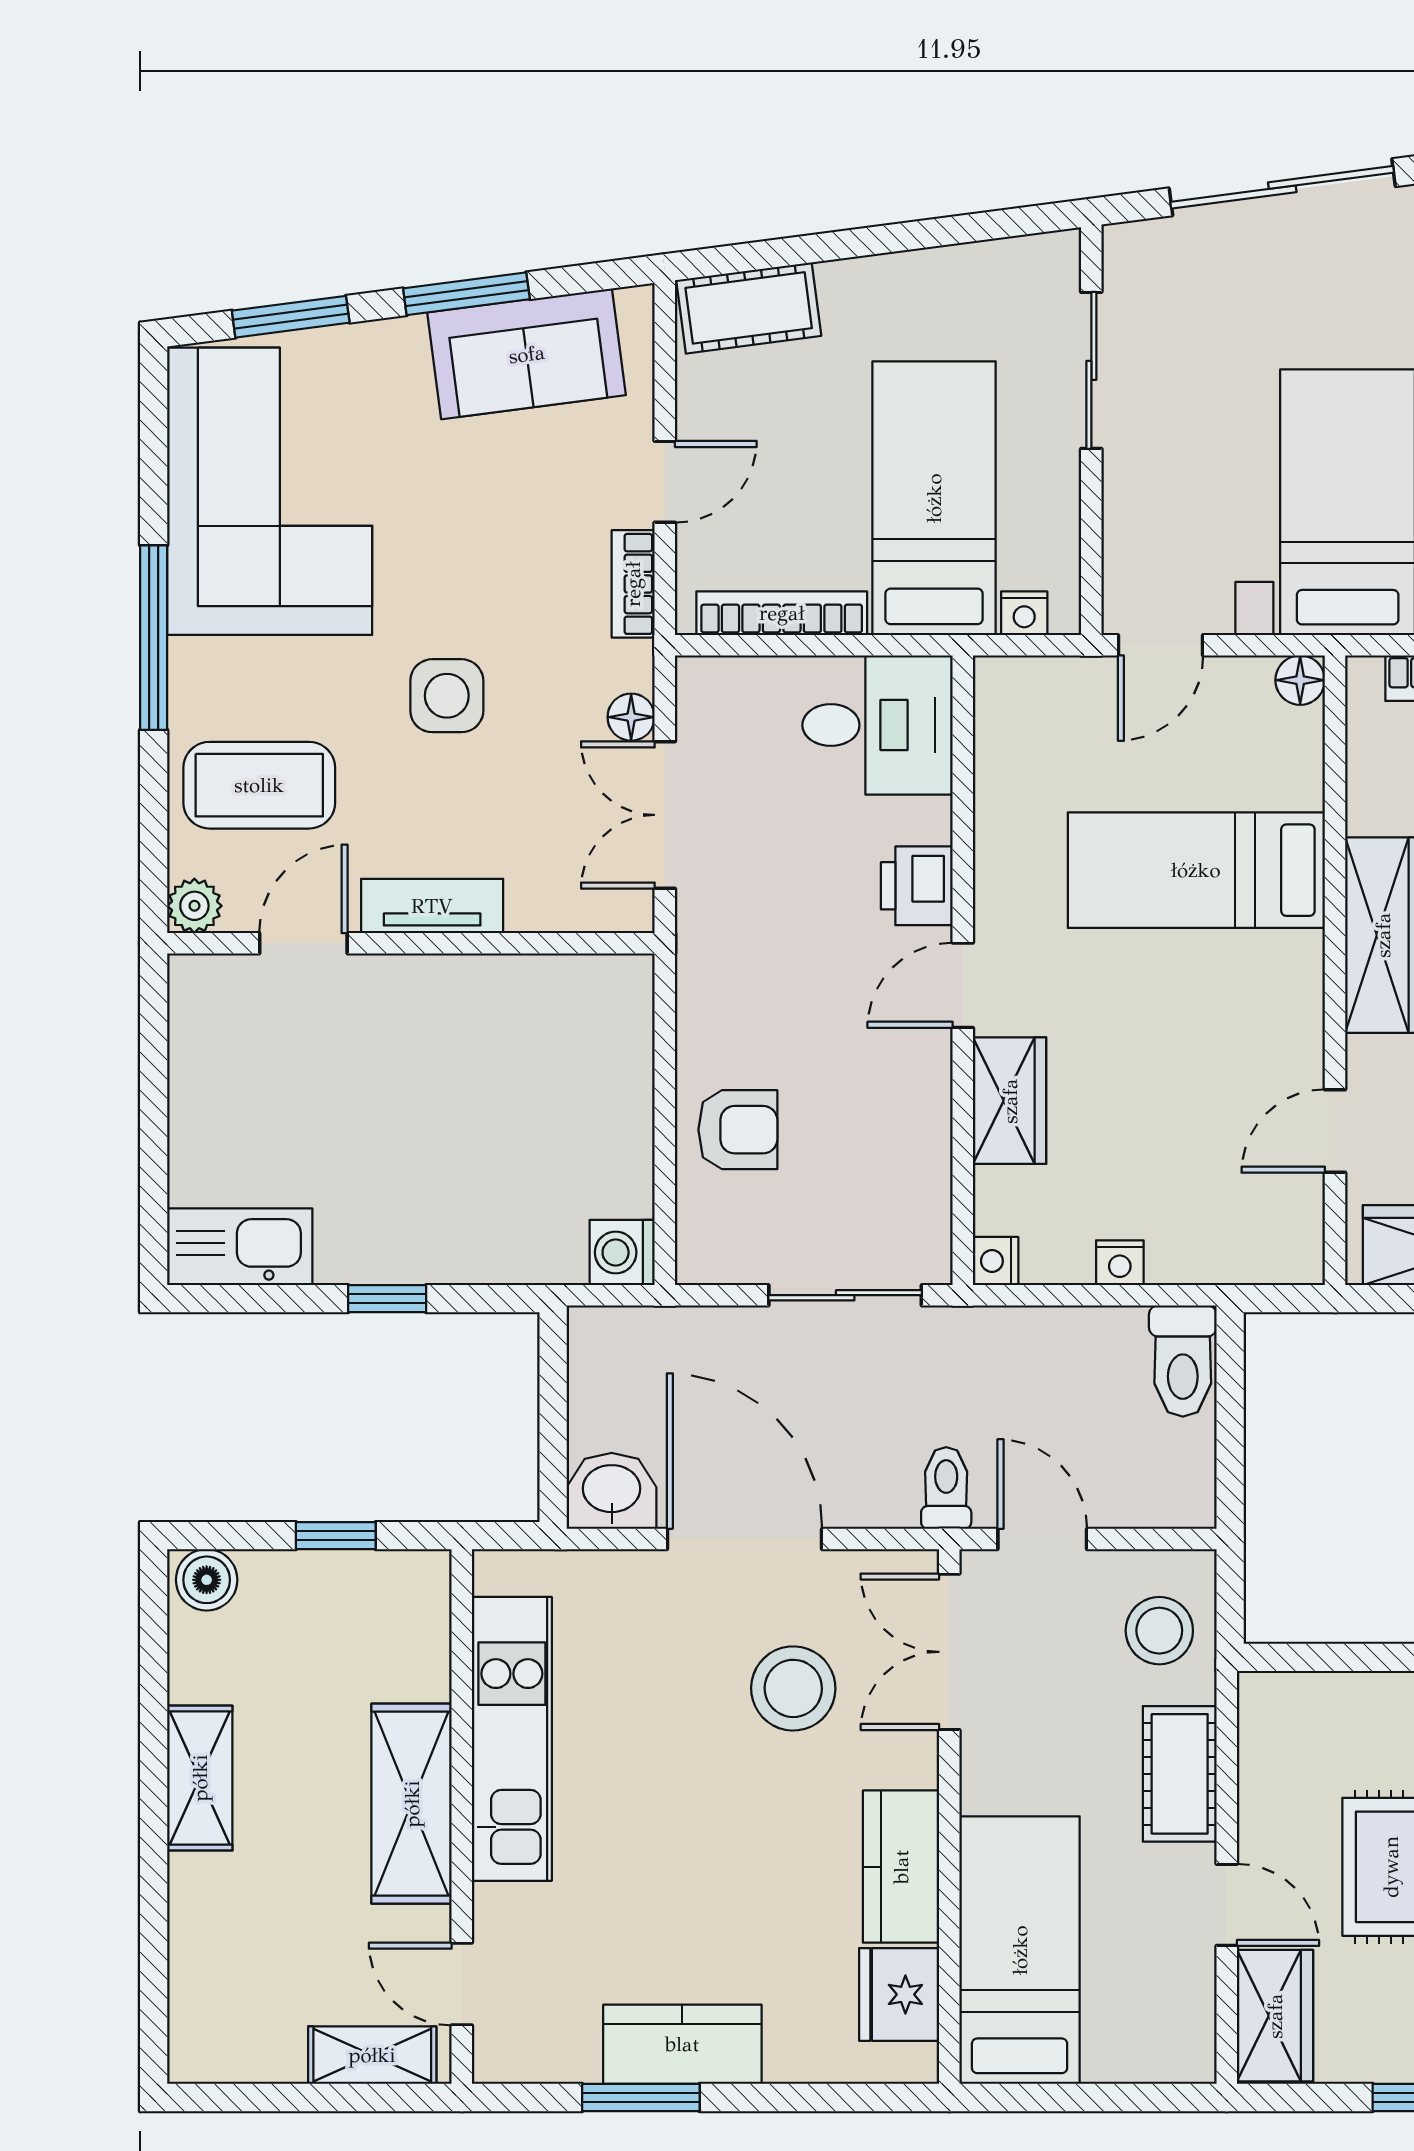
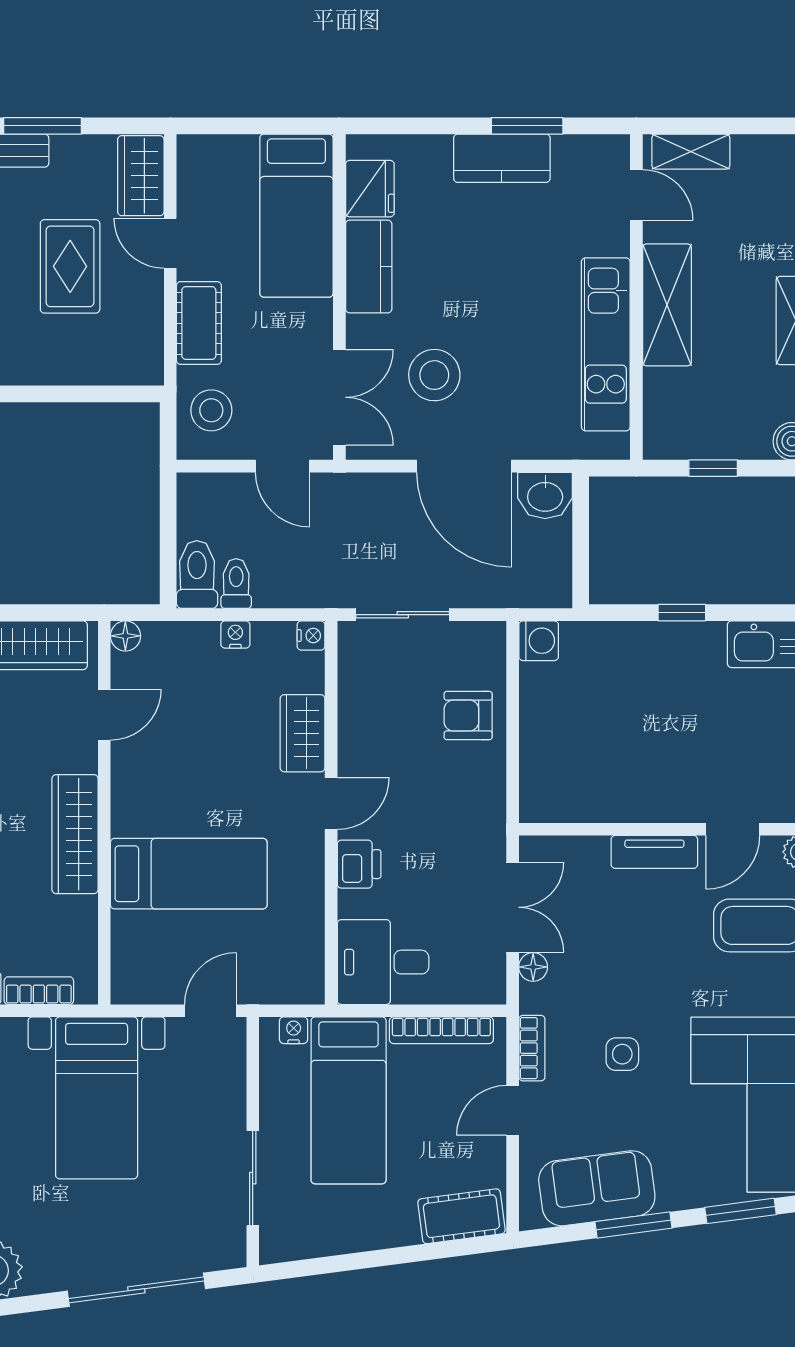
floor lamp: (1300, 680) -> (125, 636), moved
side table: (447, 696) -> (622, 1054), moved, width x0.73, depth x0.73
toilet: (946, 1488) -> (236, 584), moved, turned 180

